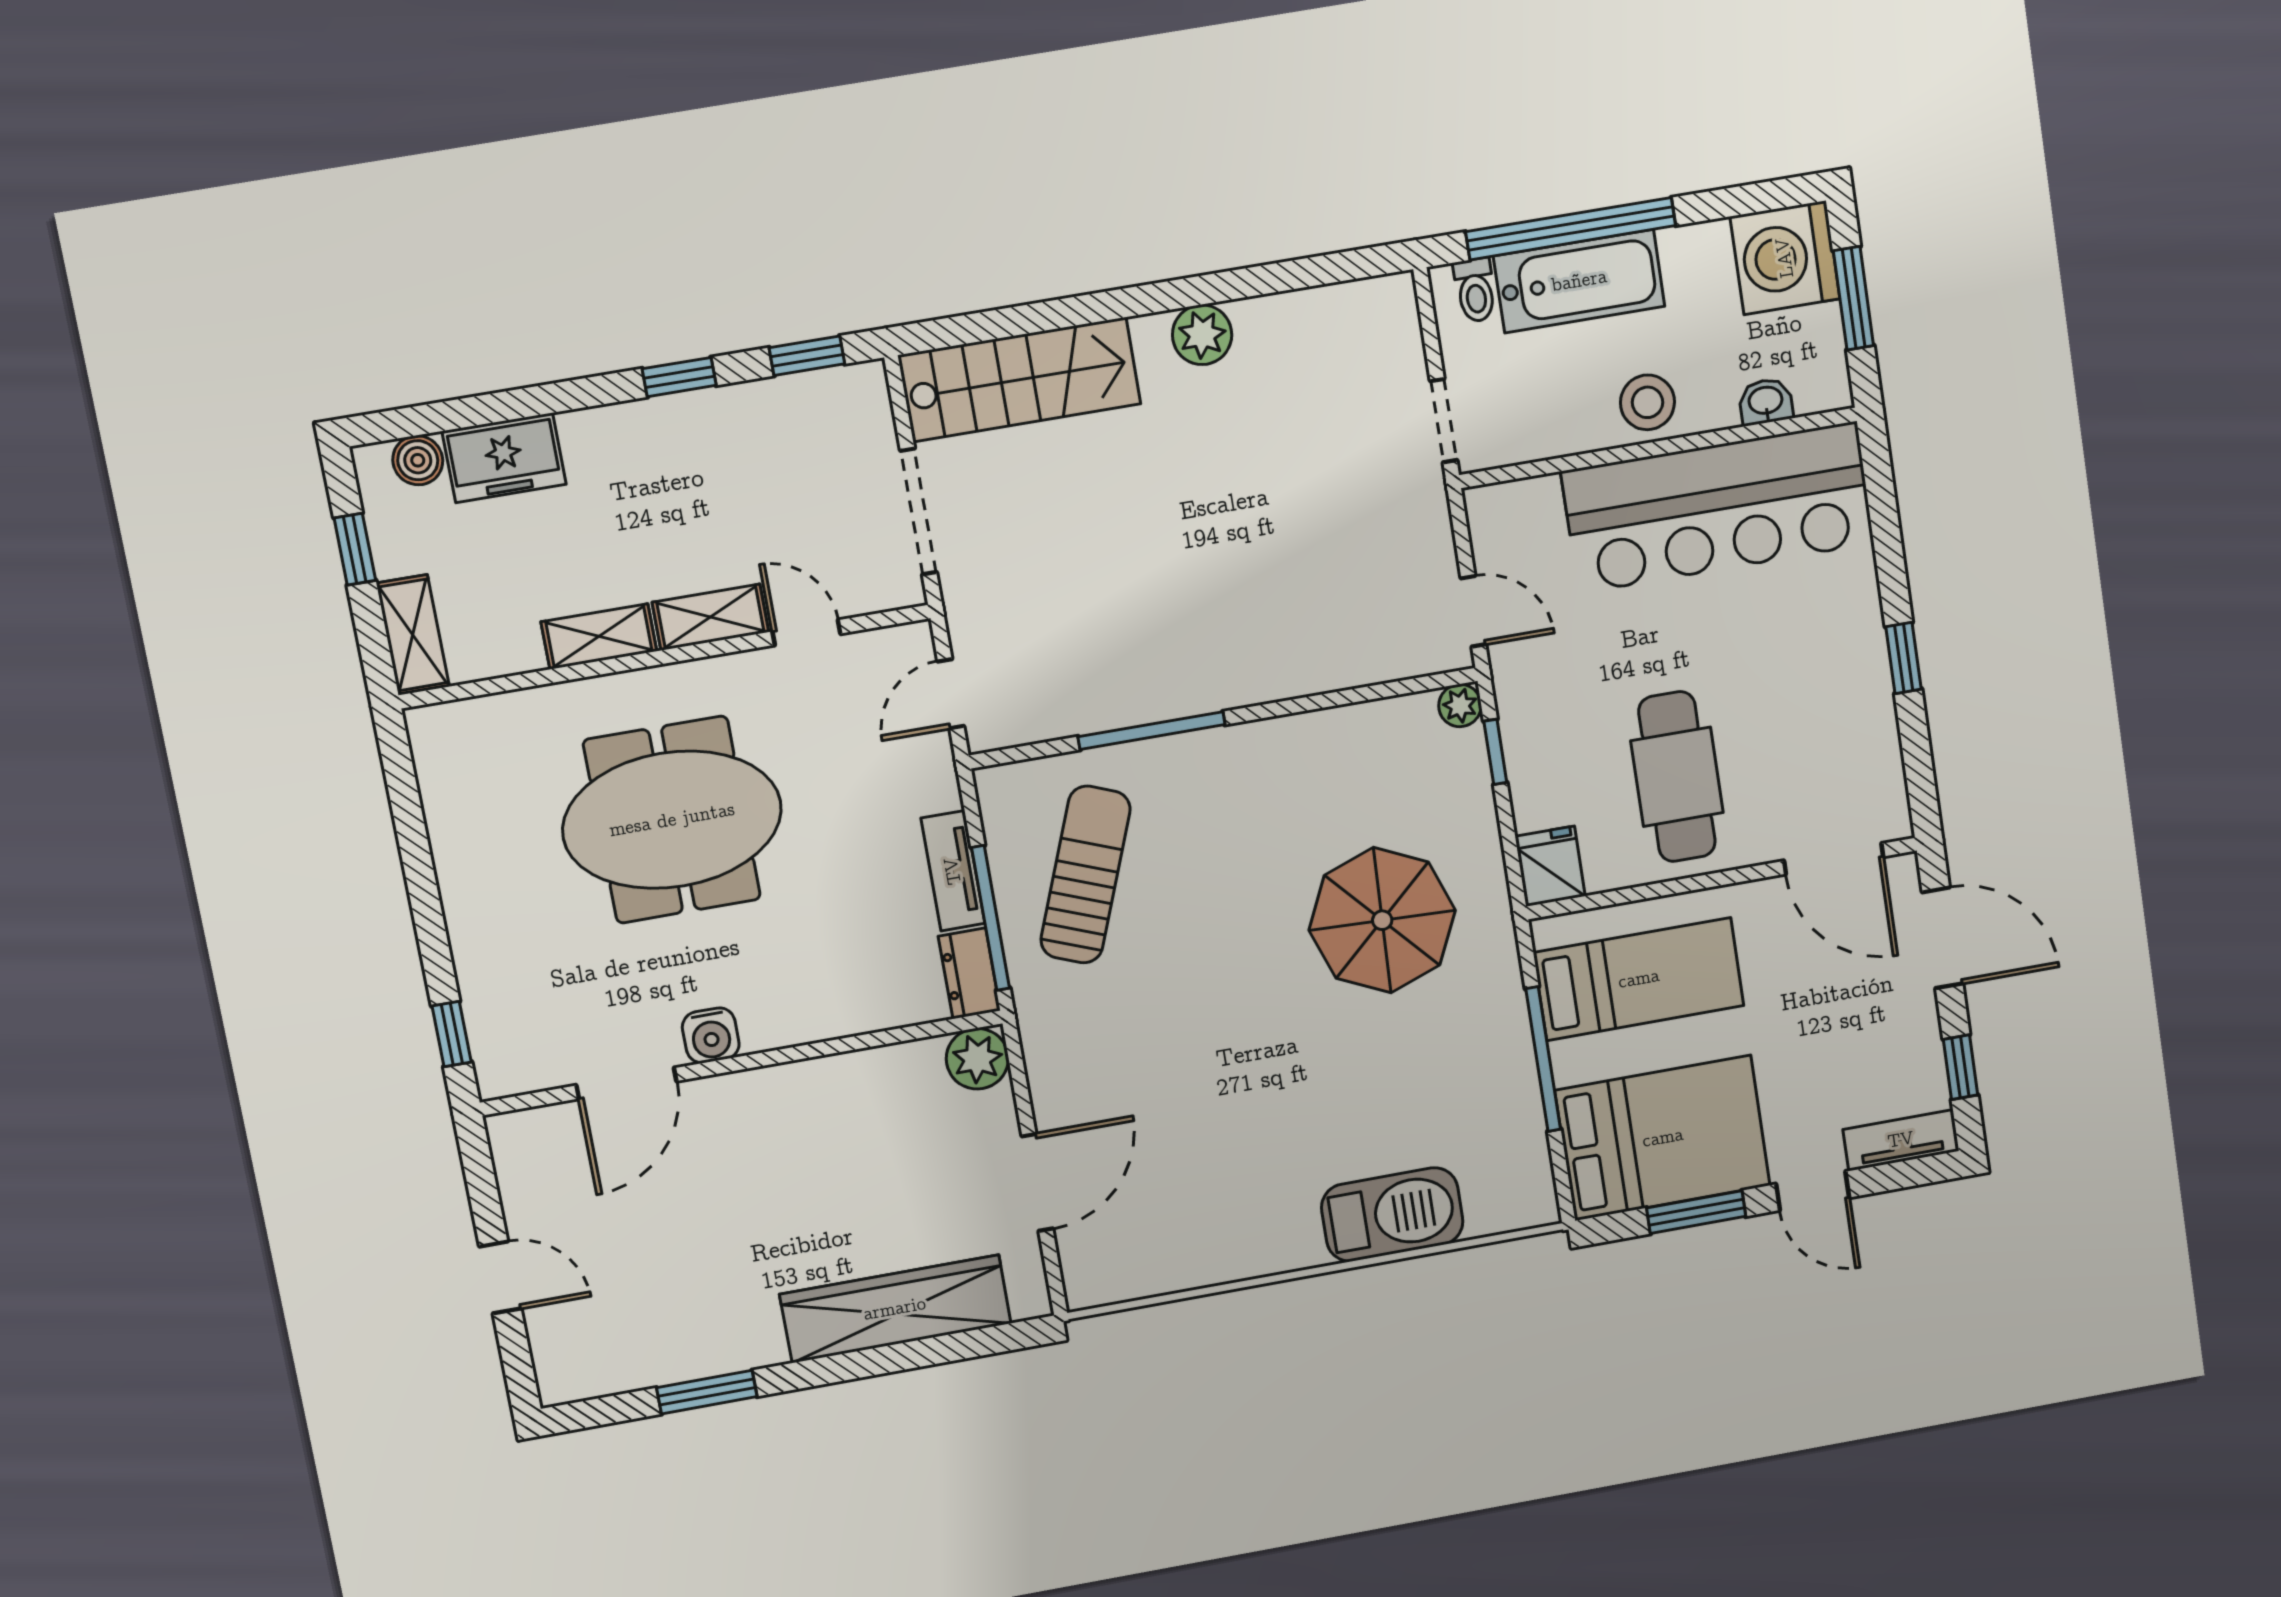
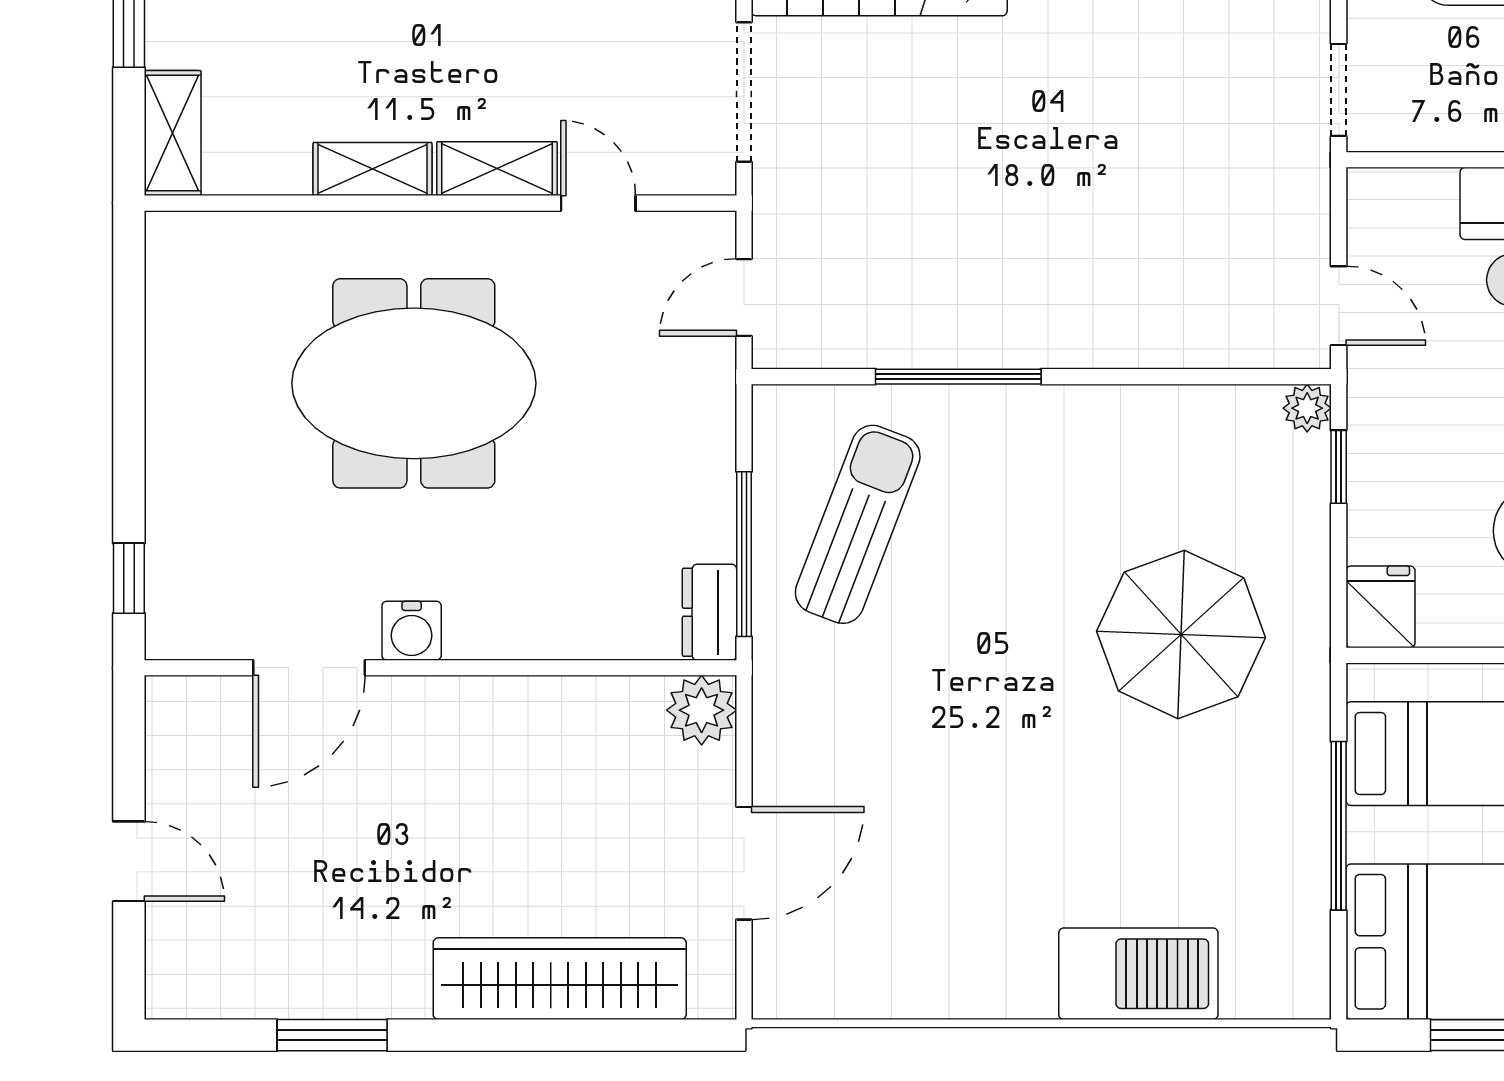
tv unit: (953, 871) -> (712, 494), removed

